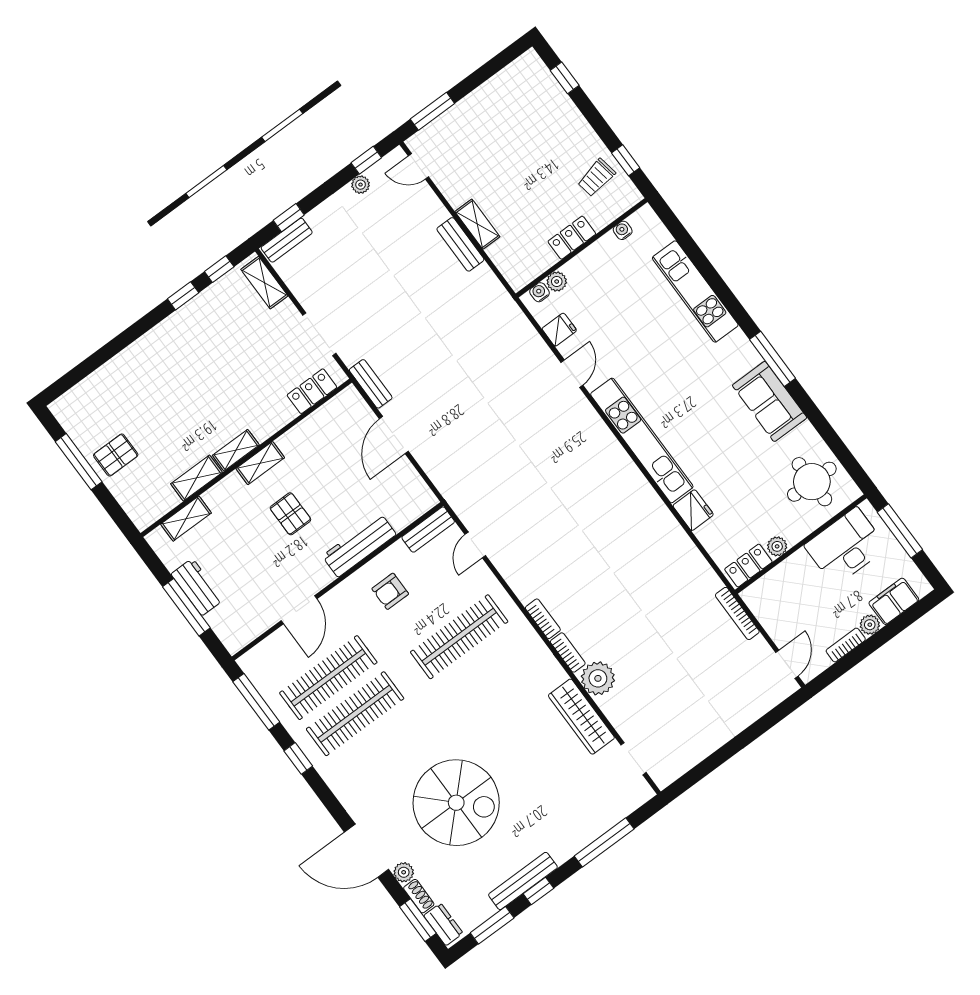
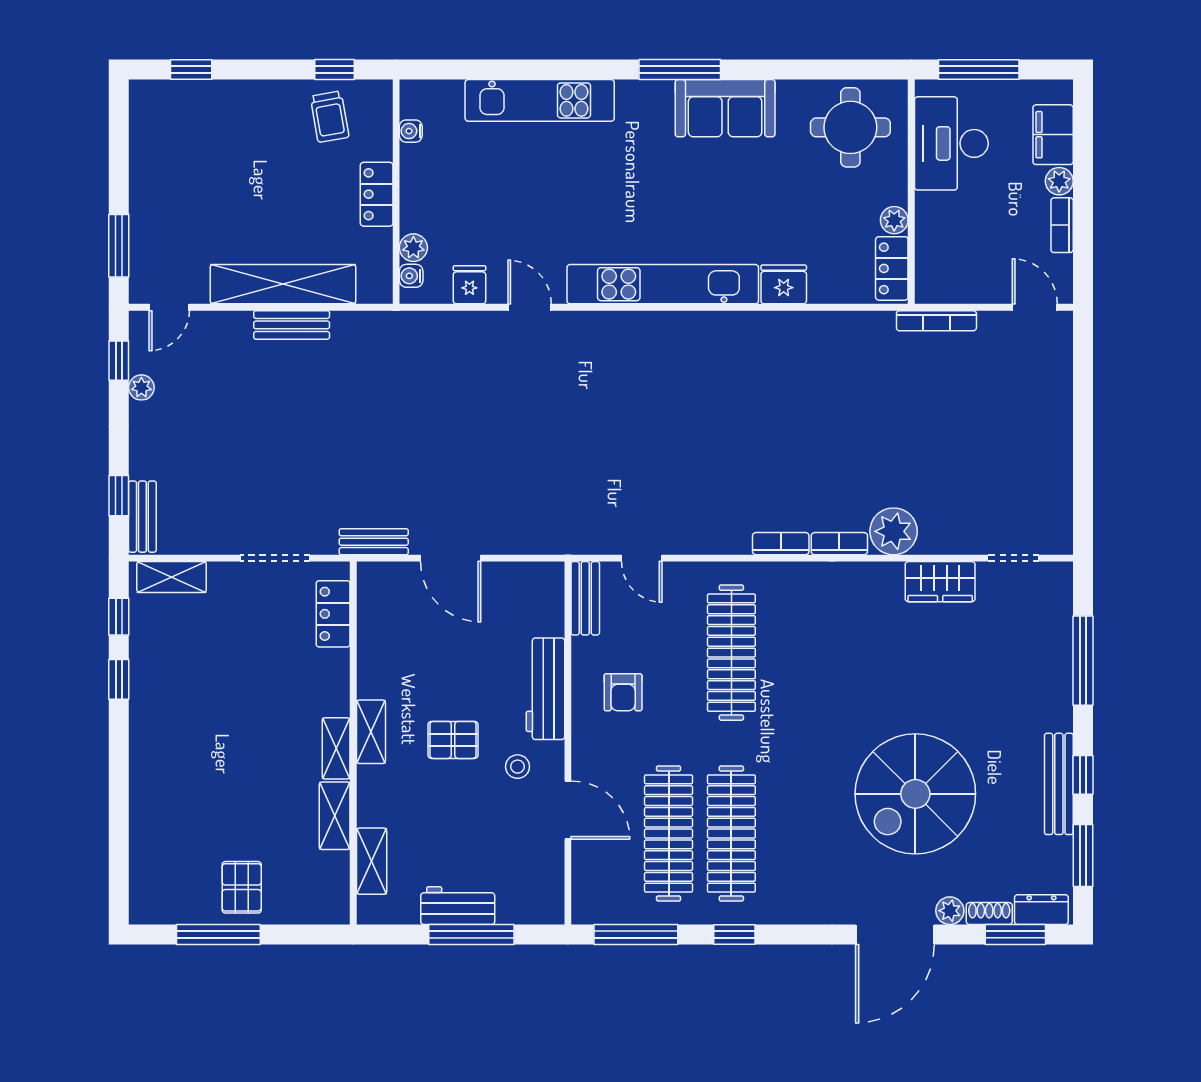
shelving: (477, 224) -> (283, 284), width x2.20, depth x1.33
stool: (303, 562) -> (518, 767), added
wardrobe: (581, 717) -> (940, 582), width x0.67
spiral stairs: (456, 803) -> (915, 794), turned 180

